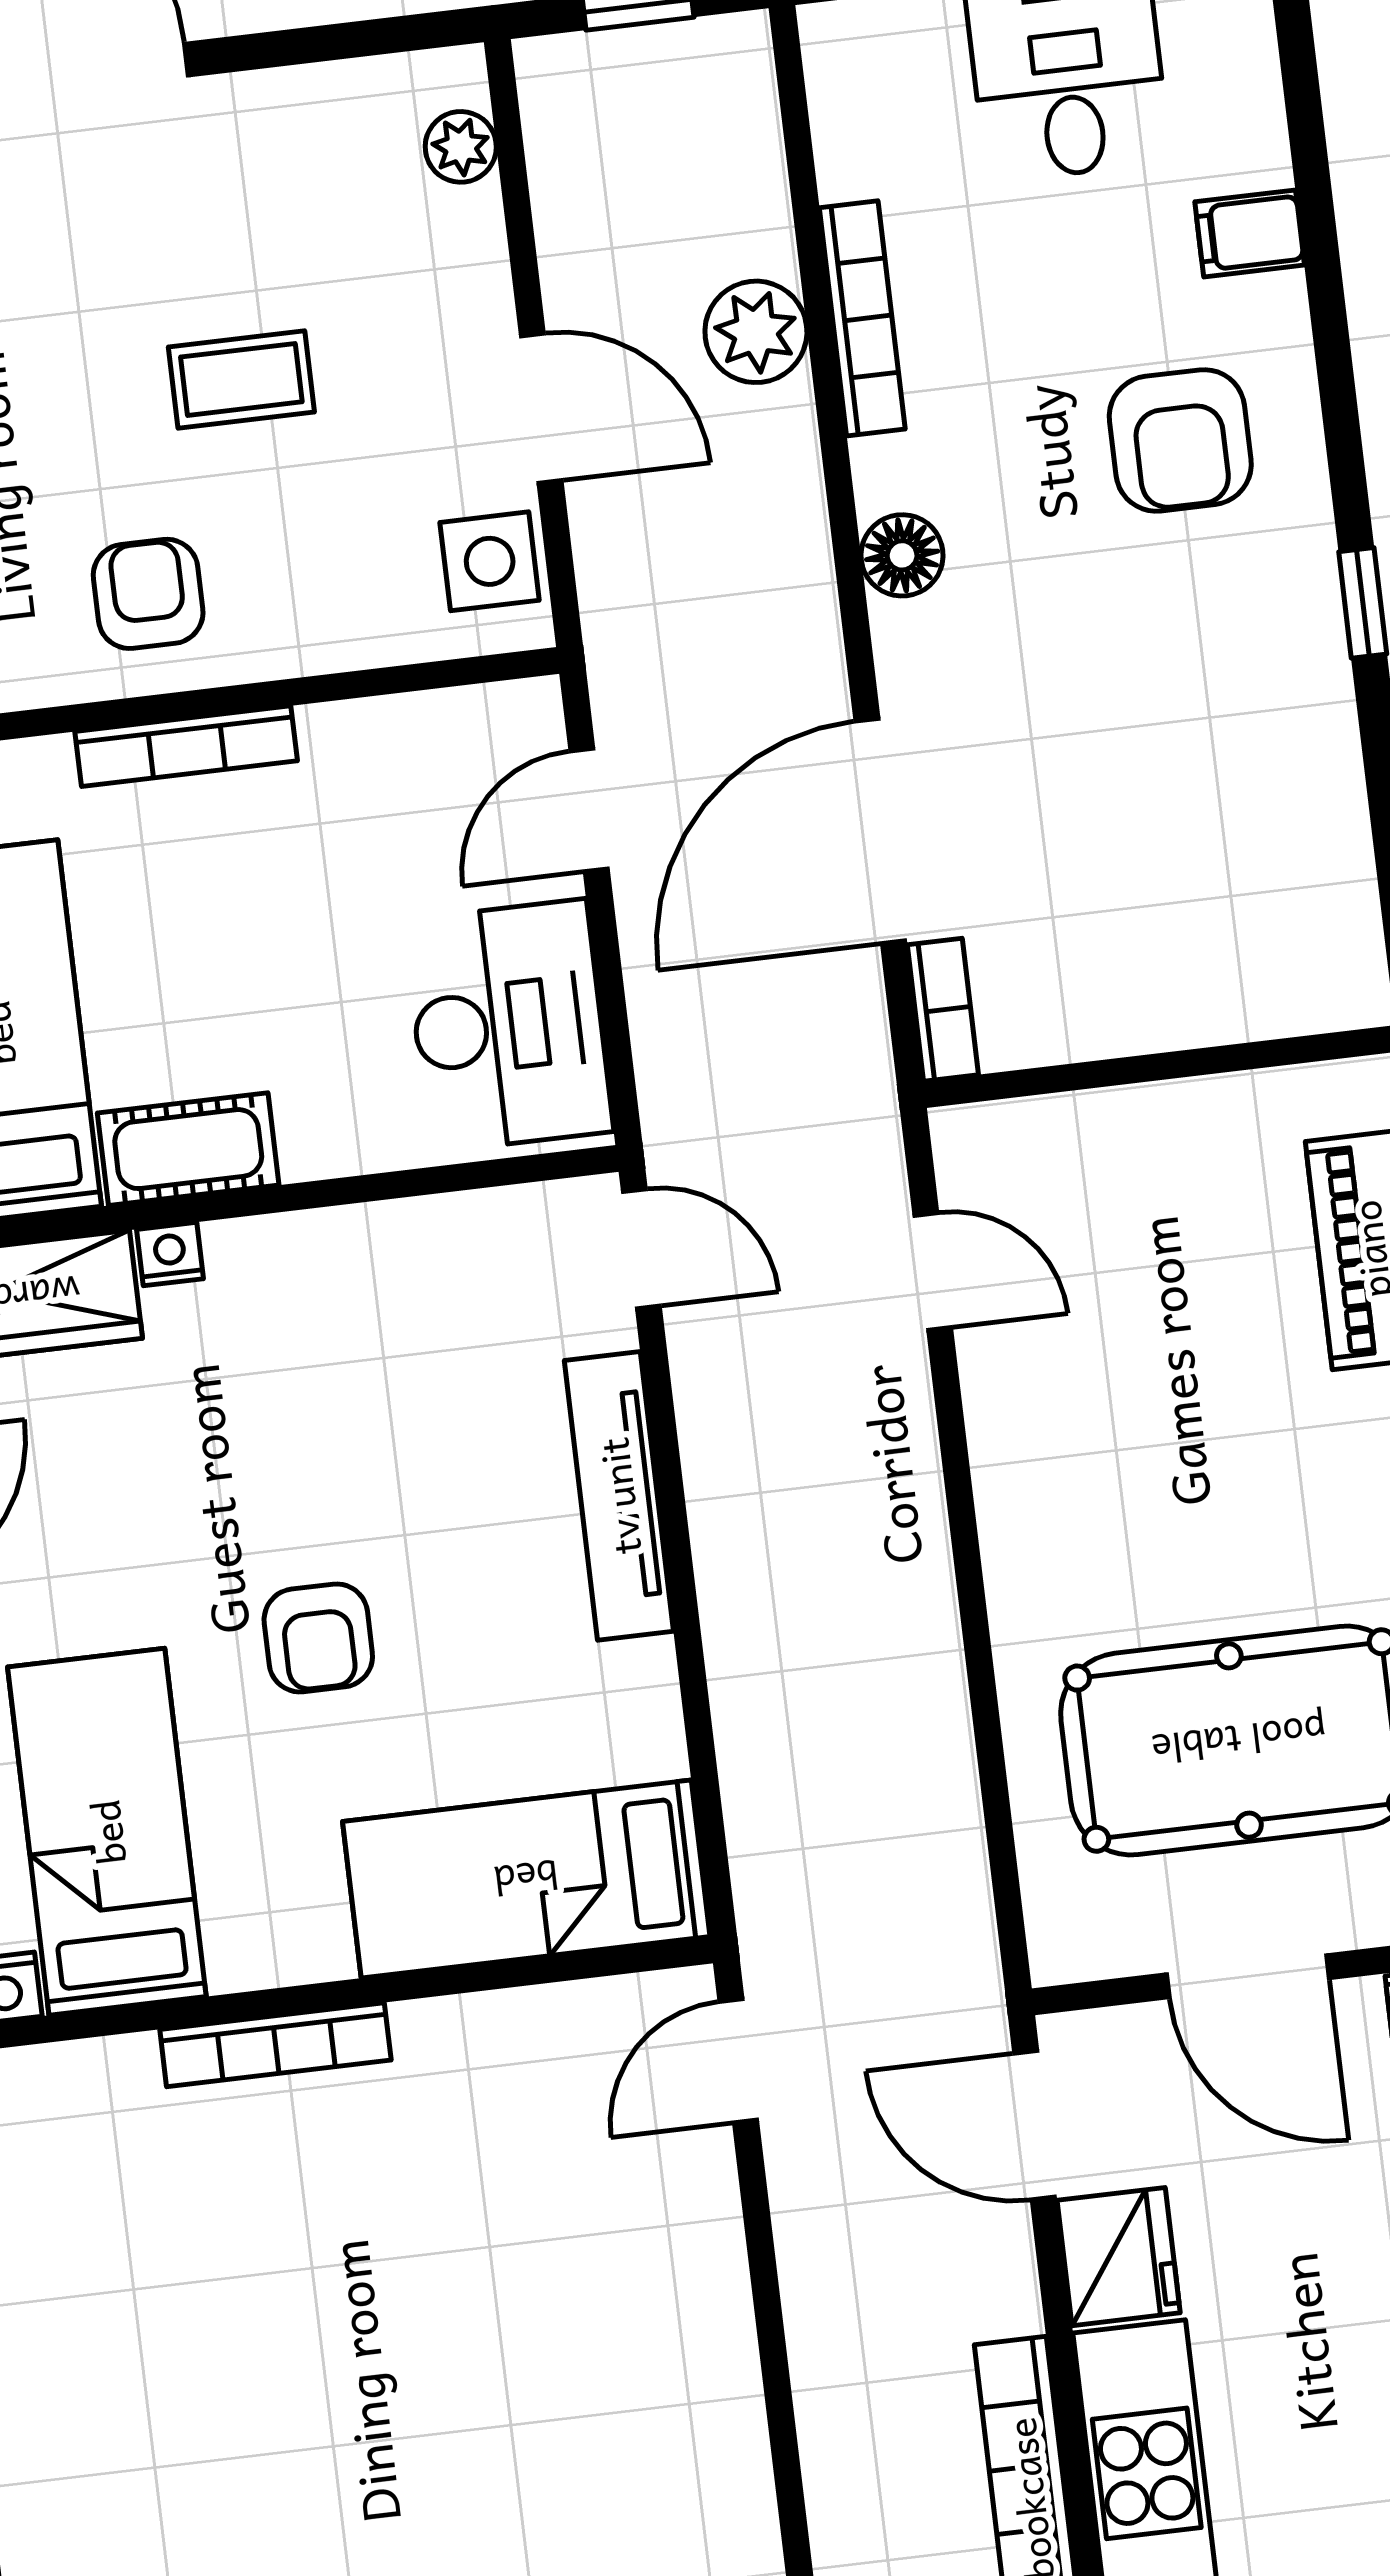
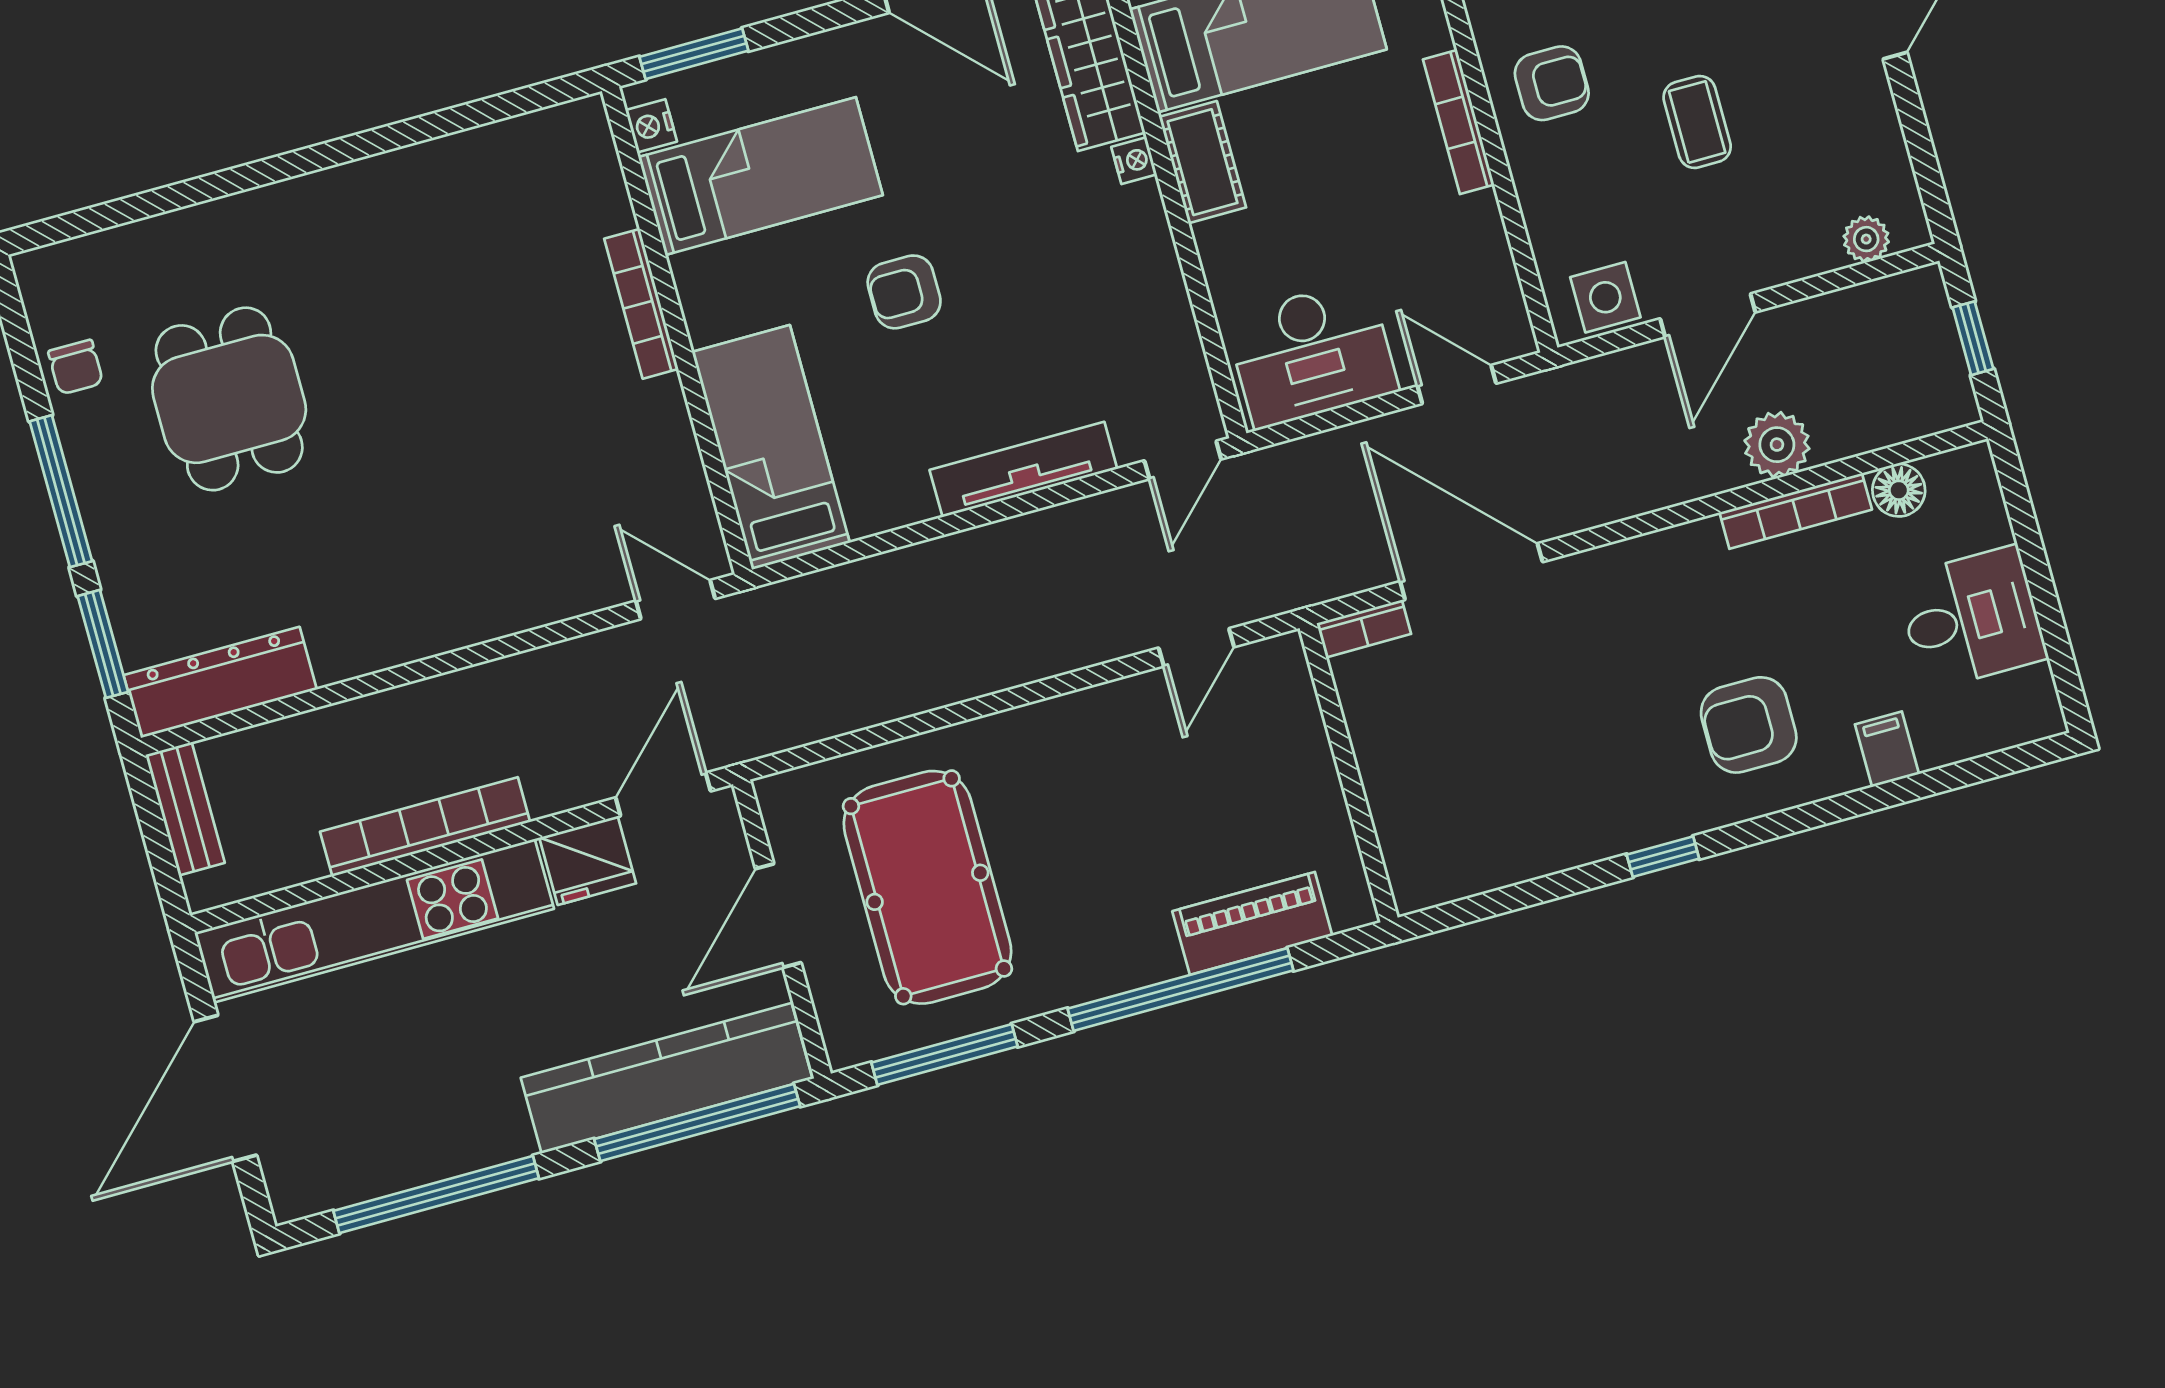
floor lamp: (902, 555) -> (1899, 490), moved

